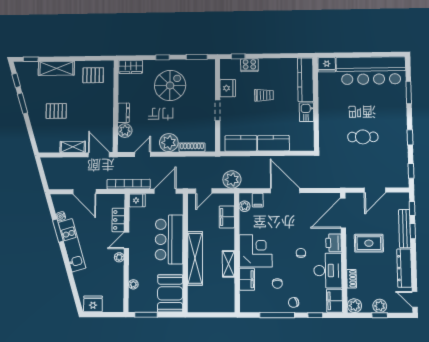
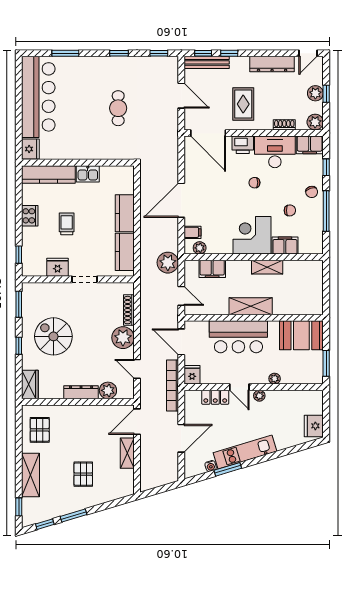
cooker: (249, 65) -> (30, 216), moved
dresser: (124, 113) -> (81, 392), width x1.44
bench: (405, 229) -> (207, 62), moved
shelving: (195, 258) -> (251, 306), width x0.68
plant: (133, 284) -> (275, 379), moved

